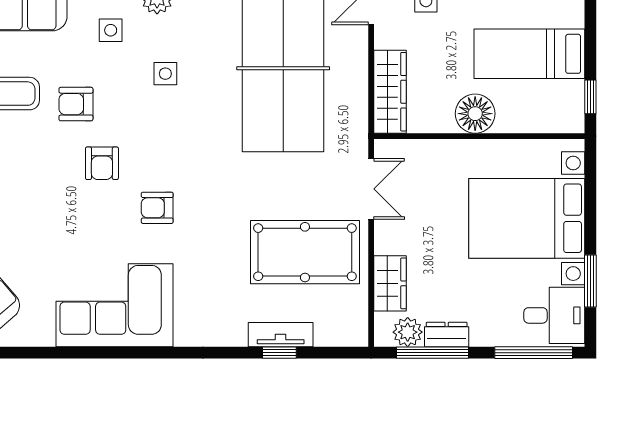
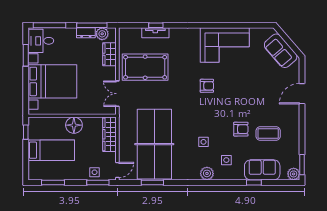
armchair: (102, 163) -> (230, 104), removed

